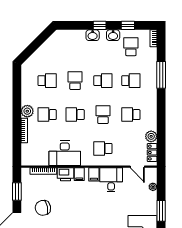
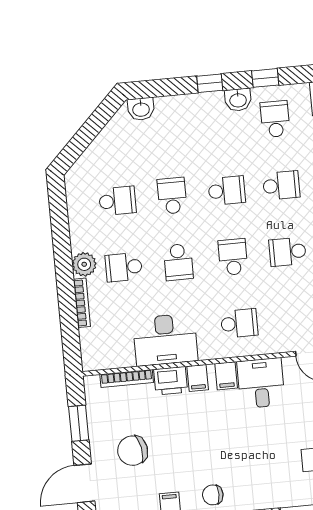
washbasin: (93, 35) -> (141, 109), moved
school desk: (75, 115) -> (178, 262), turned -90
school desk: (103, 148) -> (239, 323), turned 180

